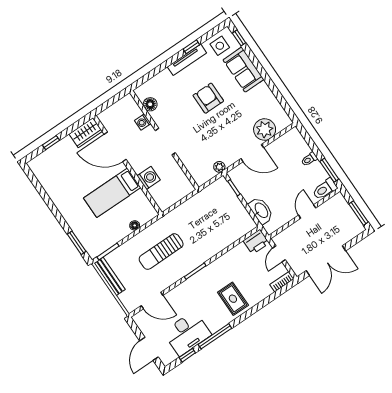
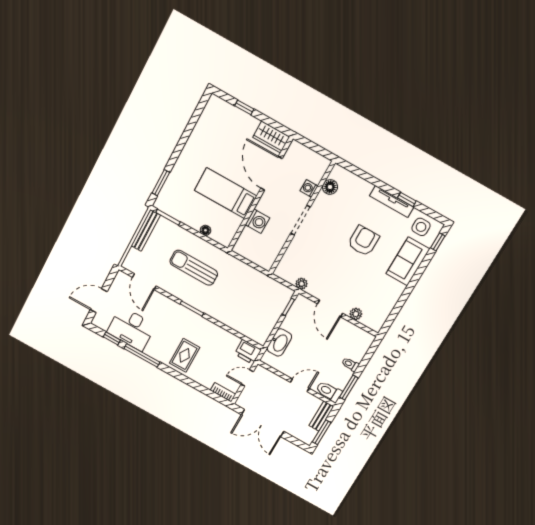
plant: (265, 129) -> (356, 314), width x0.53, depth x0.53
bench: (344, 206) -> (321, 416), added

